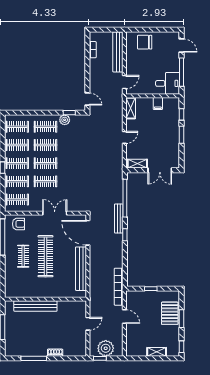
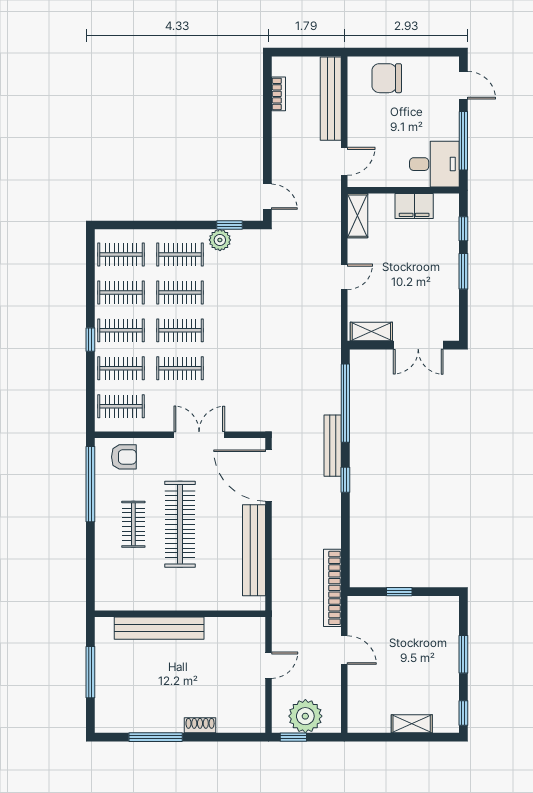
filing cabinet: (158, 104) -> (414, 206), width x2.00
pallet: (170, 313) -> (439, 643), removed

